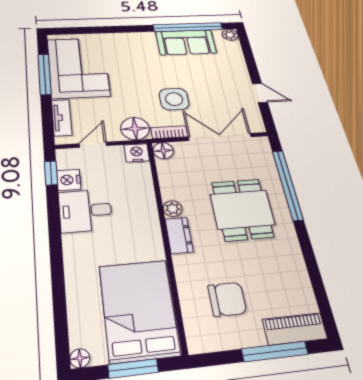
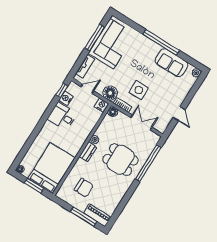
window: (188, 27) -> (161, 42), moved
double door: (220, 137) -> (141, 122), width x0.73
dining table: (242, 209) -> (121, 160), turned 90

